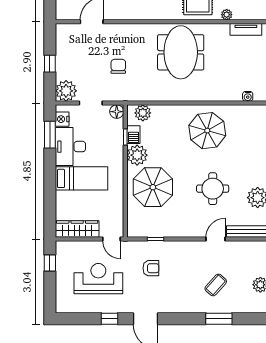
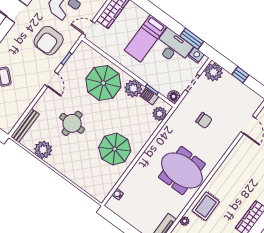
door: (216, 239) -> (51, 79), moved
armchair: (151, 268) -> (49, 41), width x1.88, depth x1.88

